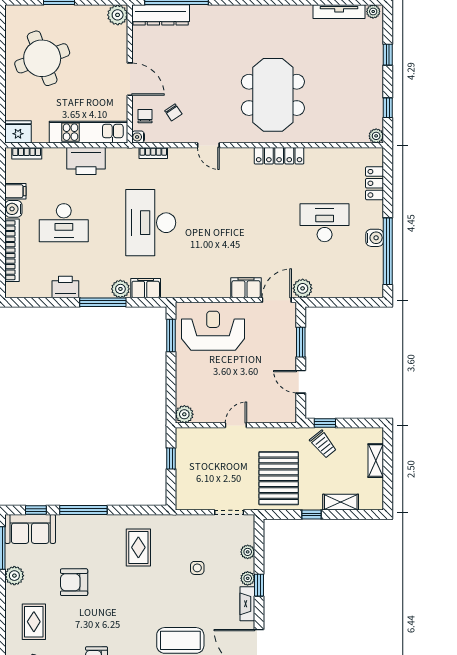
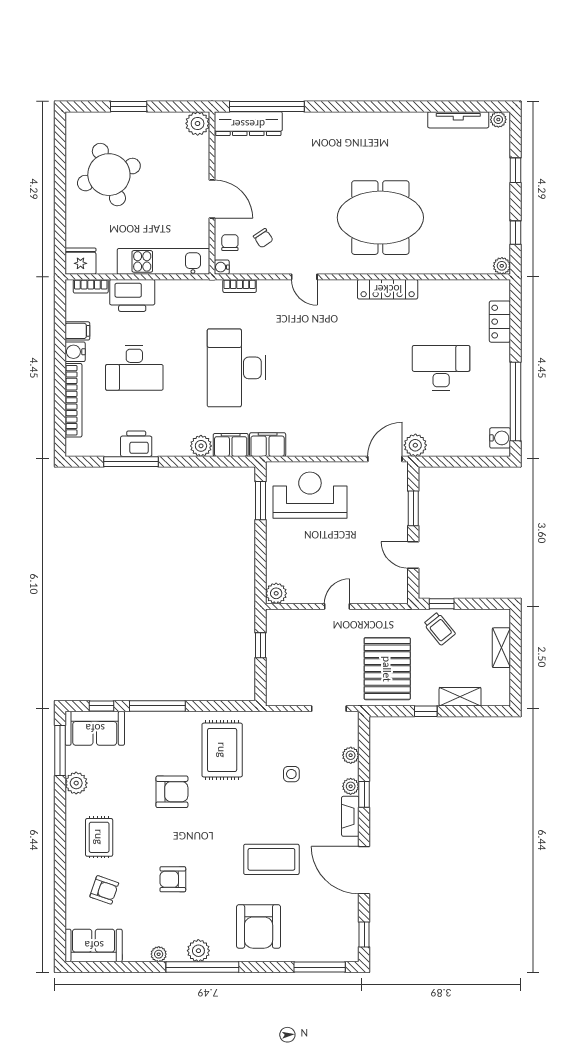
meeting table: (273, 95) -> (380, 218), turned 90
printer: (86, 161) -> (132, 295), moved
water cooler: (375, 238) -> (500, 438), moved
filing cabinet: (246, 288) -> (268, 445), moved
window: (103, 302) -> (131, 462), moved
rug: (138, 547) -> (222, 750), width x1.36, depth x1.43
armchair: (74, 582) -> (172, 792), moved, turned 180

